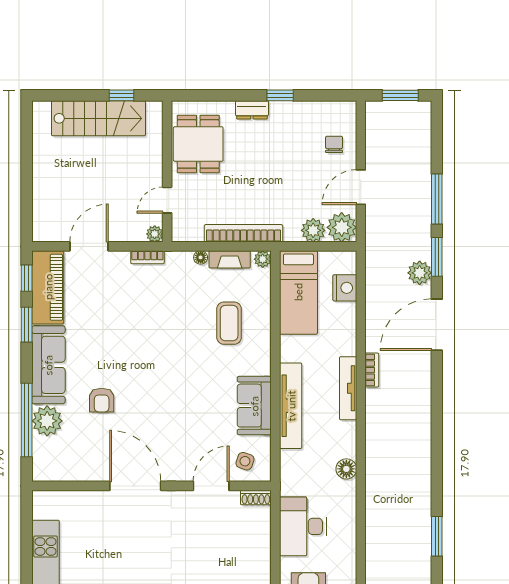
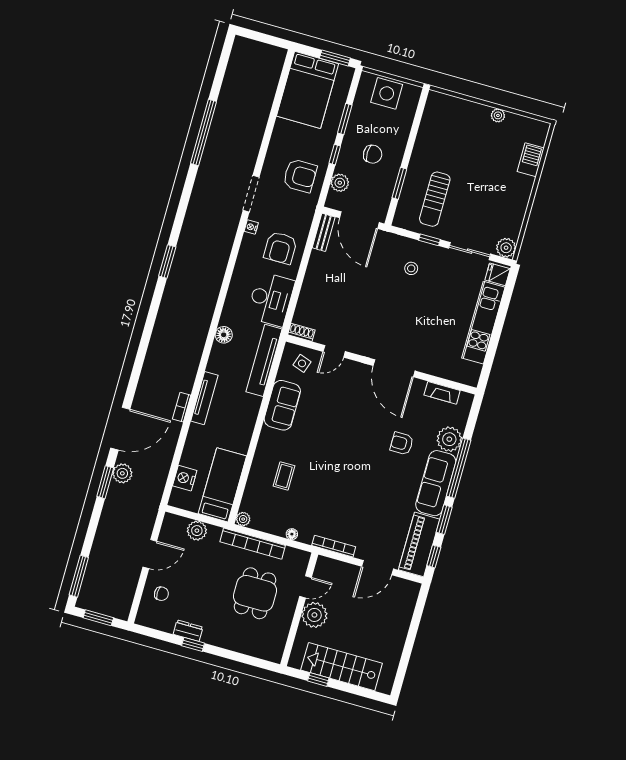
dresser: (252, 110) -> (188, 631), moved
dining table: (198, 144) -> (255, 593), moved
chair: (334, 144) -> (161, 594), turned -90
window: (437, 199) -> (79, 576), moved
plant: (342, 227) -> (174, 527), removed
plant: (155, 234) -> (314, 615), moved, width x1.87, depth x1.87
bookcase: (147, 257) -> (334, 546), width x1.56
fireplace: (230, 259) -> (442, 393), moved, turned 180
coffee table: (229, 323) -> (284, 476), width x0.73, depth x0.77
armchair: (102, 400) -> (402, 443), turned -90
tv unit: (291, 406) -> (264, 360), moved
window: (27, 420) -> (459, 468), moved
door: (211, 486) -> (334, 351), width x0.73

